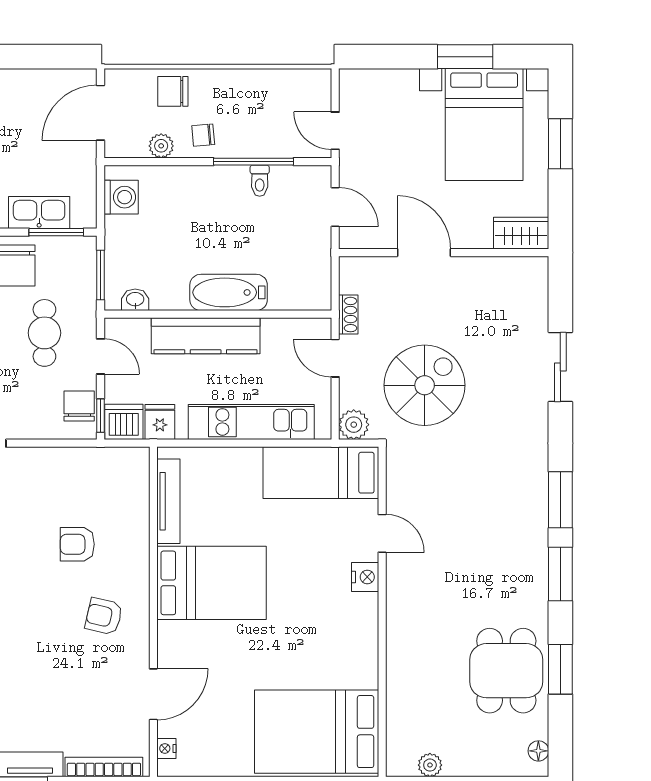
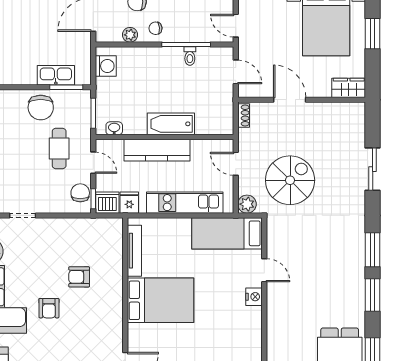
shoe rack: (348, 315) -> (244, 116), moved
armchair: (104, 616) -> (49, 308), moved, turned -103

